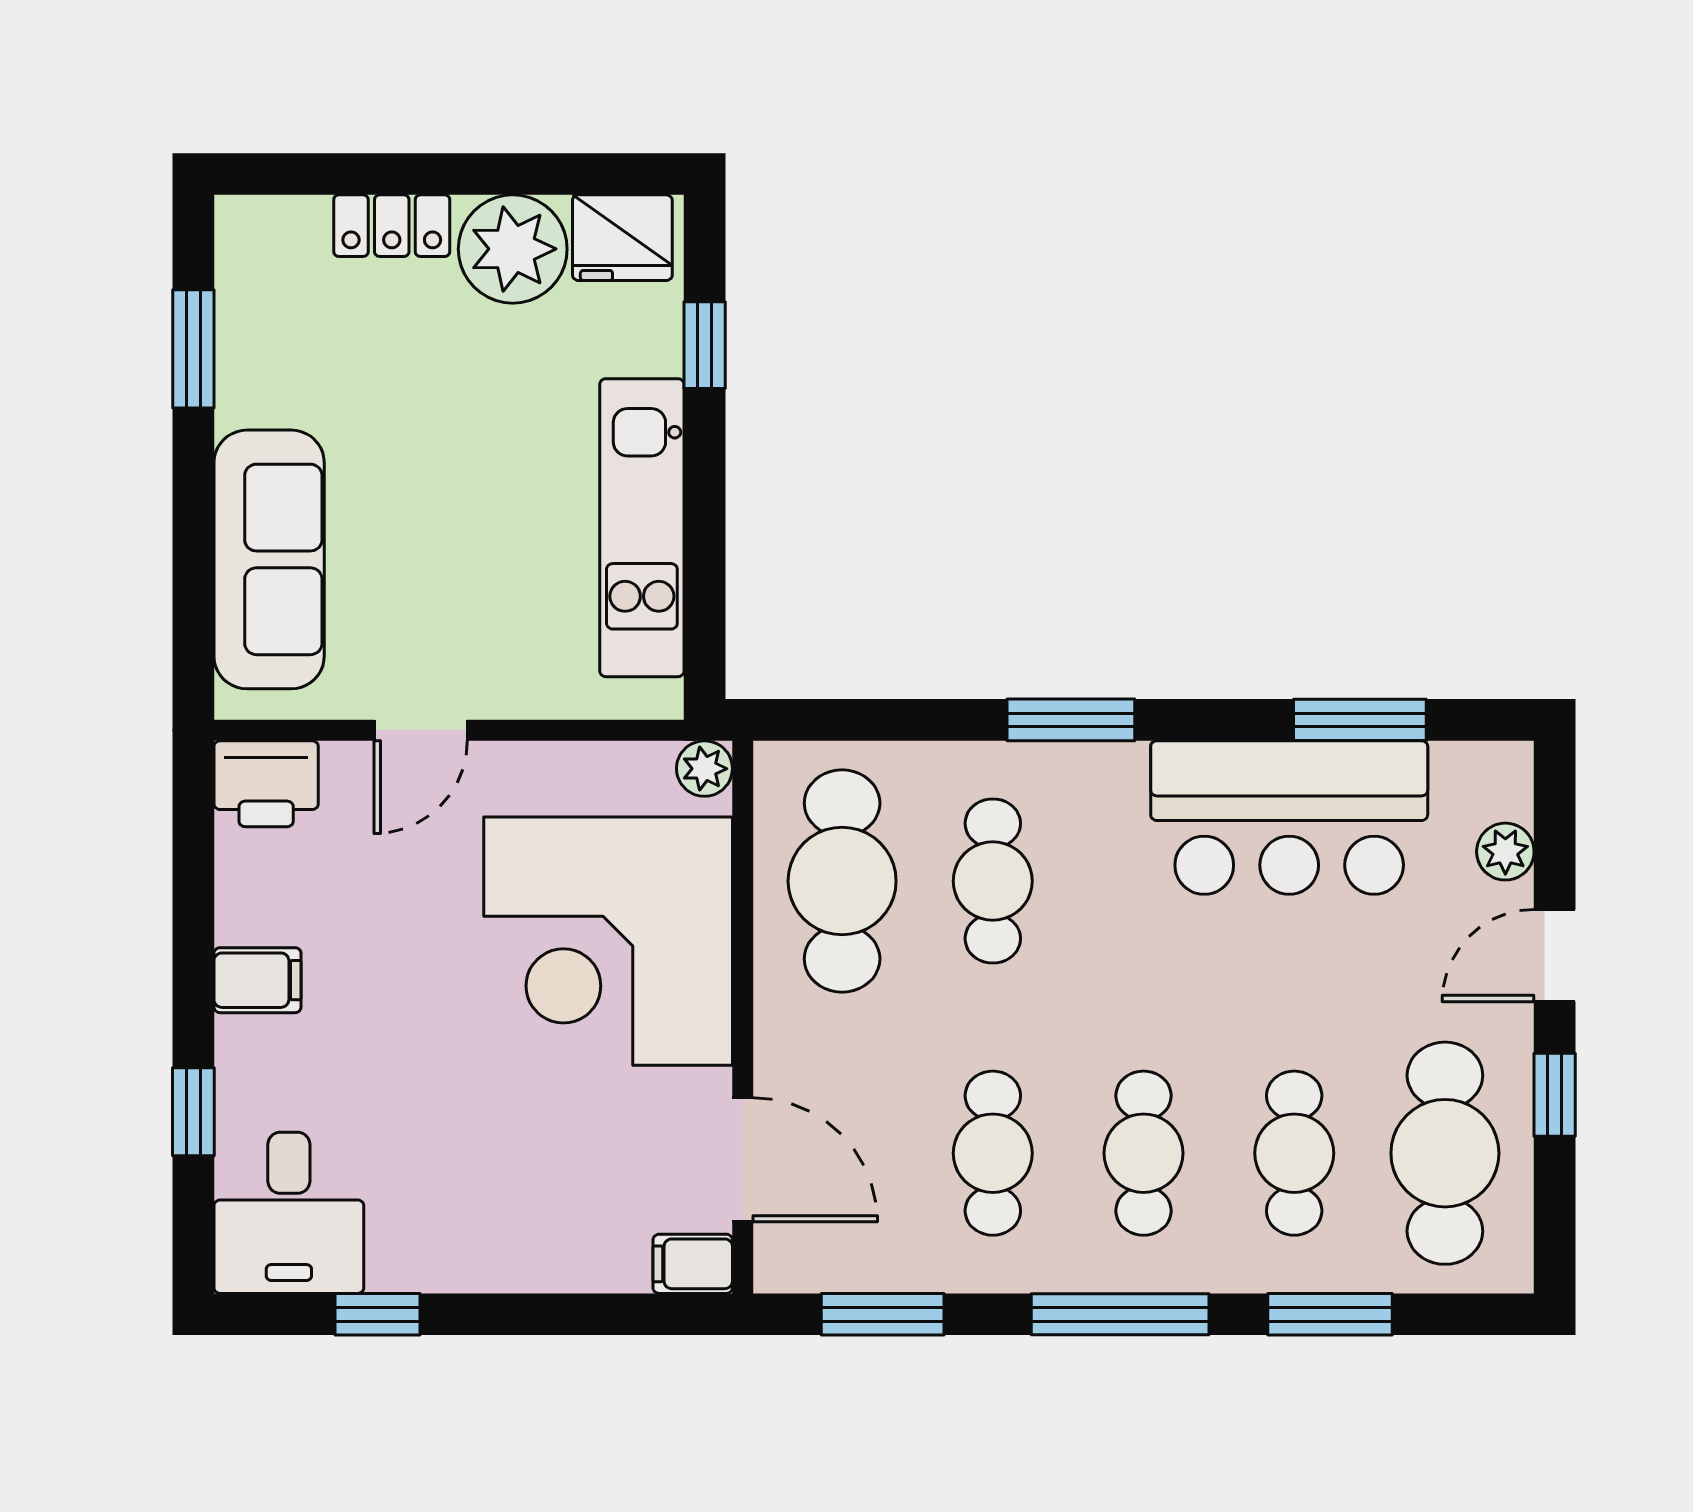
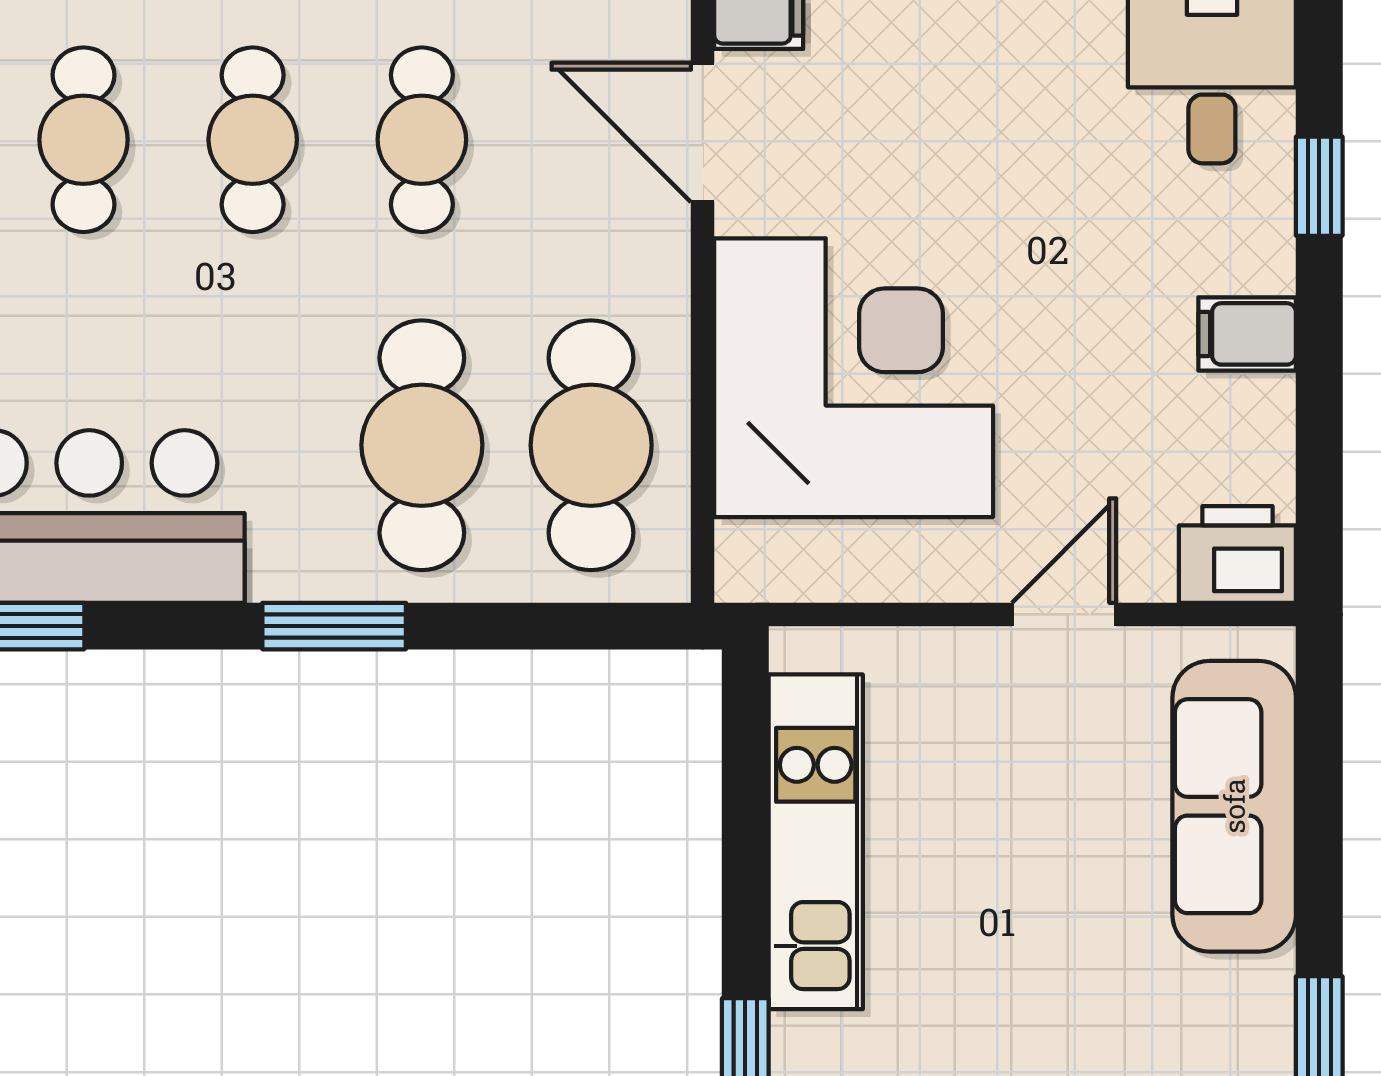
plant: (704, 769) -> (745, 572), removed
cafe table: (993, 881) -> (422, 445), width x1.37, depth x1.35

